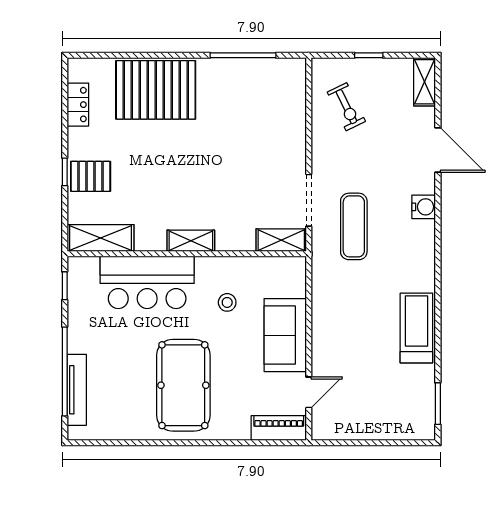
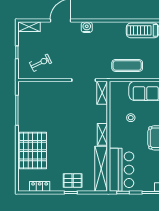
pallet: (91, 176) -> (73, 181), turned 90
exercise mat: (354, 226) -> (127, 65), moved
shelving: (101, 238) -> (101, 169), width x1.47
bar counter: (147, 282) -> (122, 170), moved

